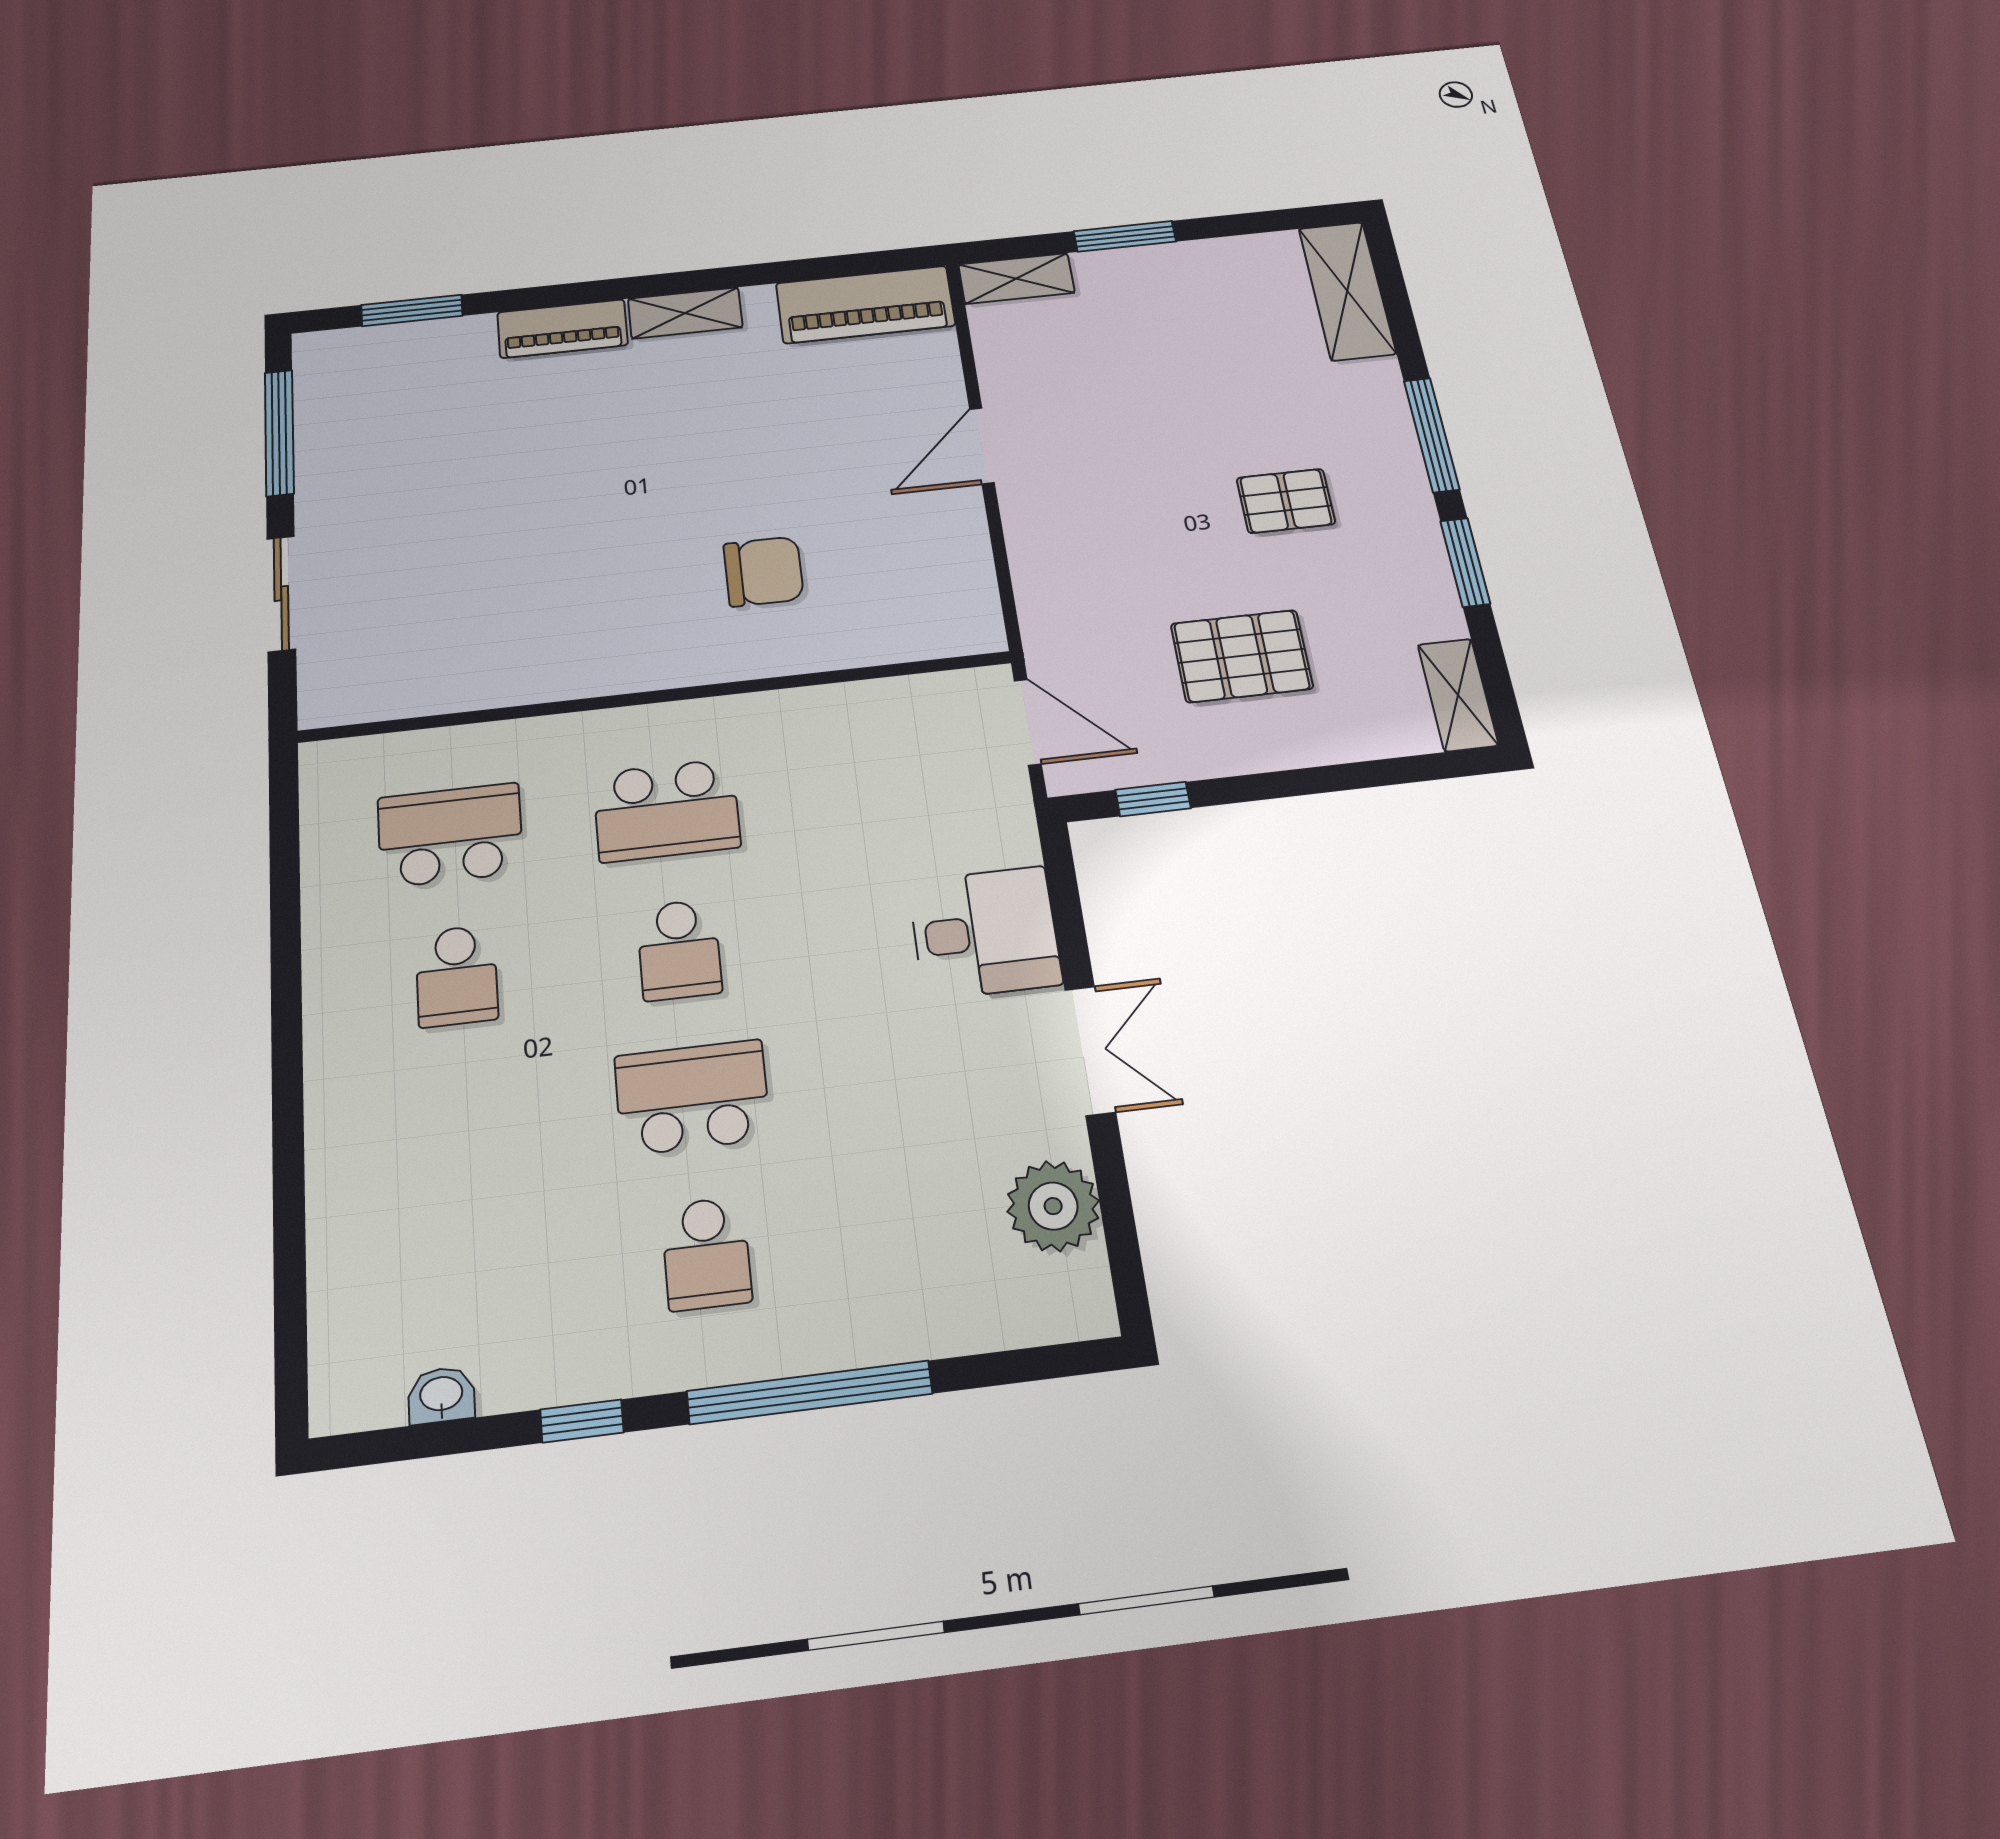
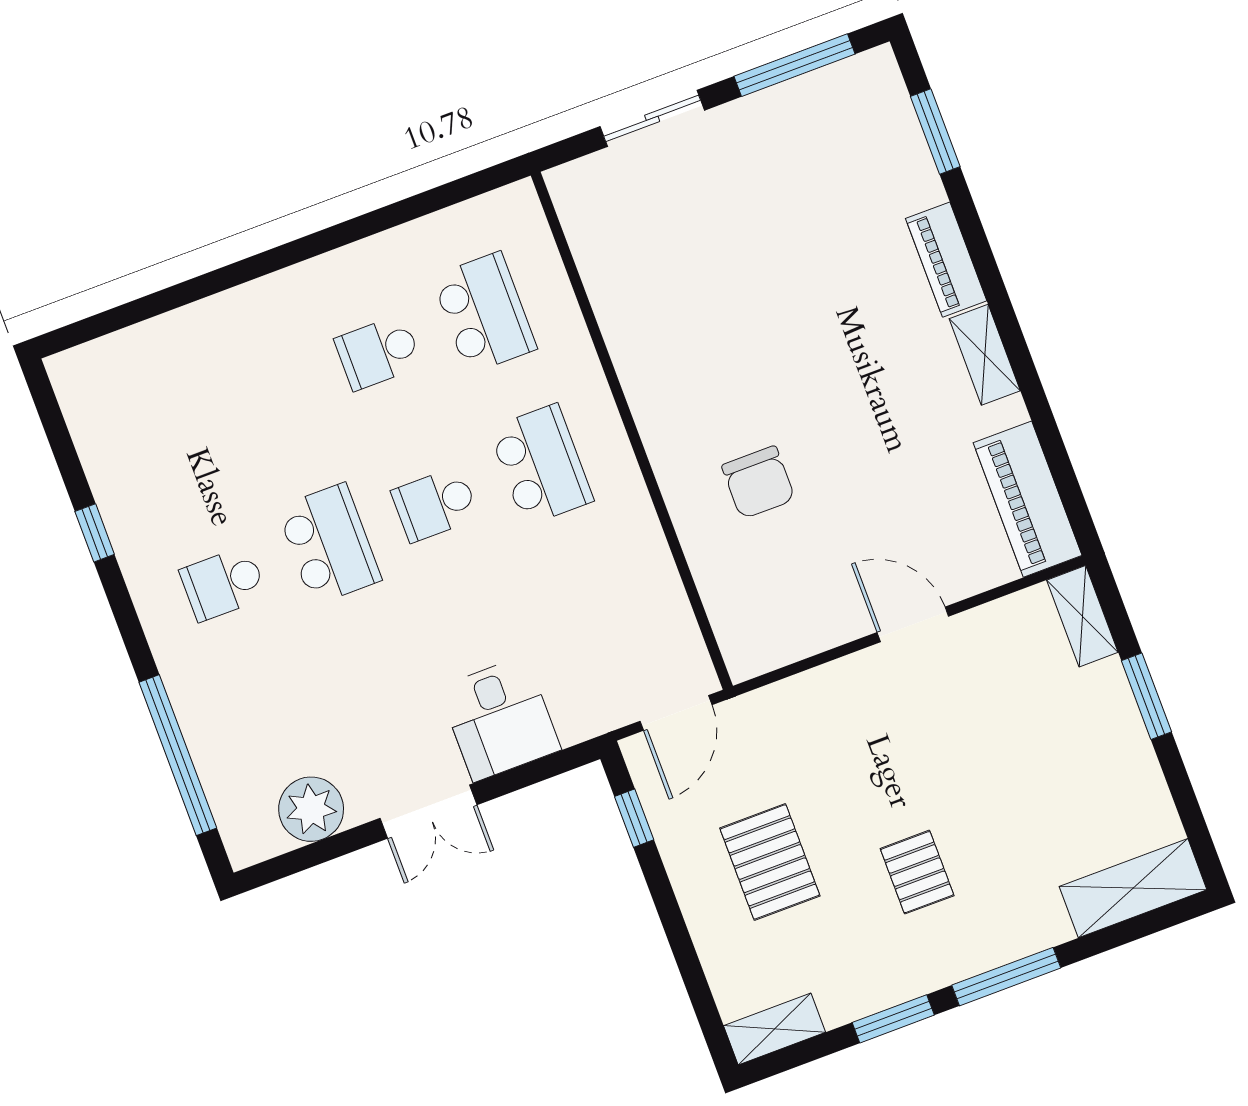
school desk: (667, 810) -> (541, 465), turned 180
window: (810, 1392) -> (178, 755), moved
washbasin: (441, 1395) -> (89, 436), removed

